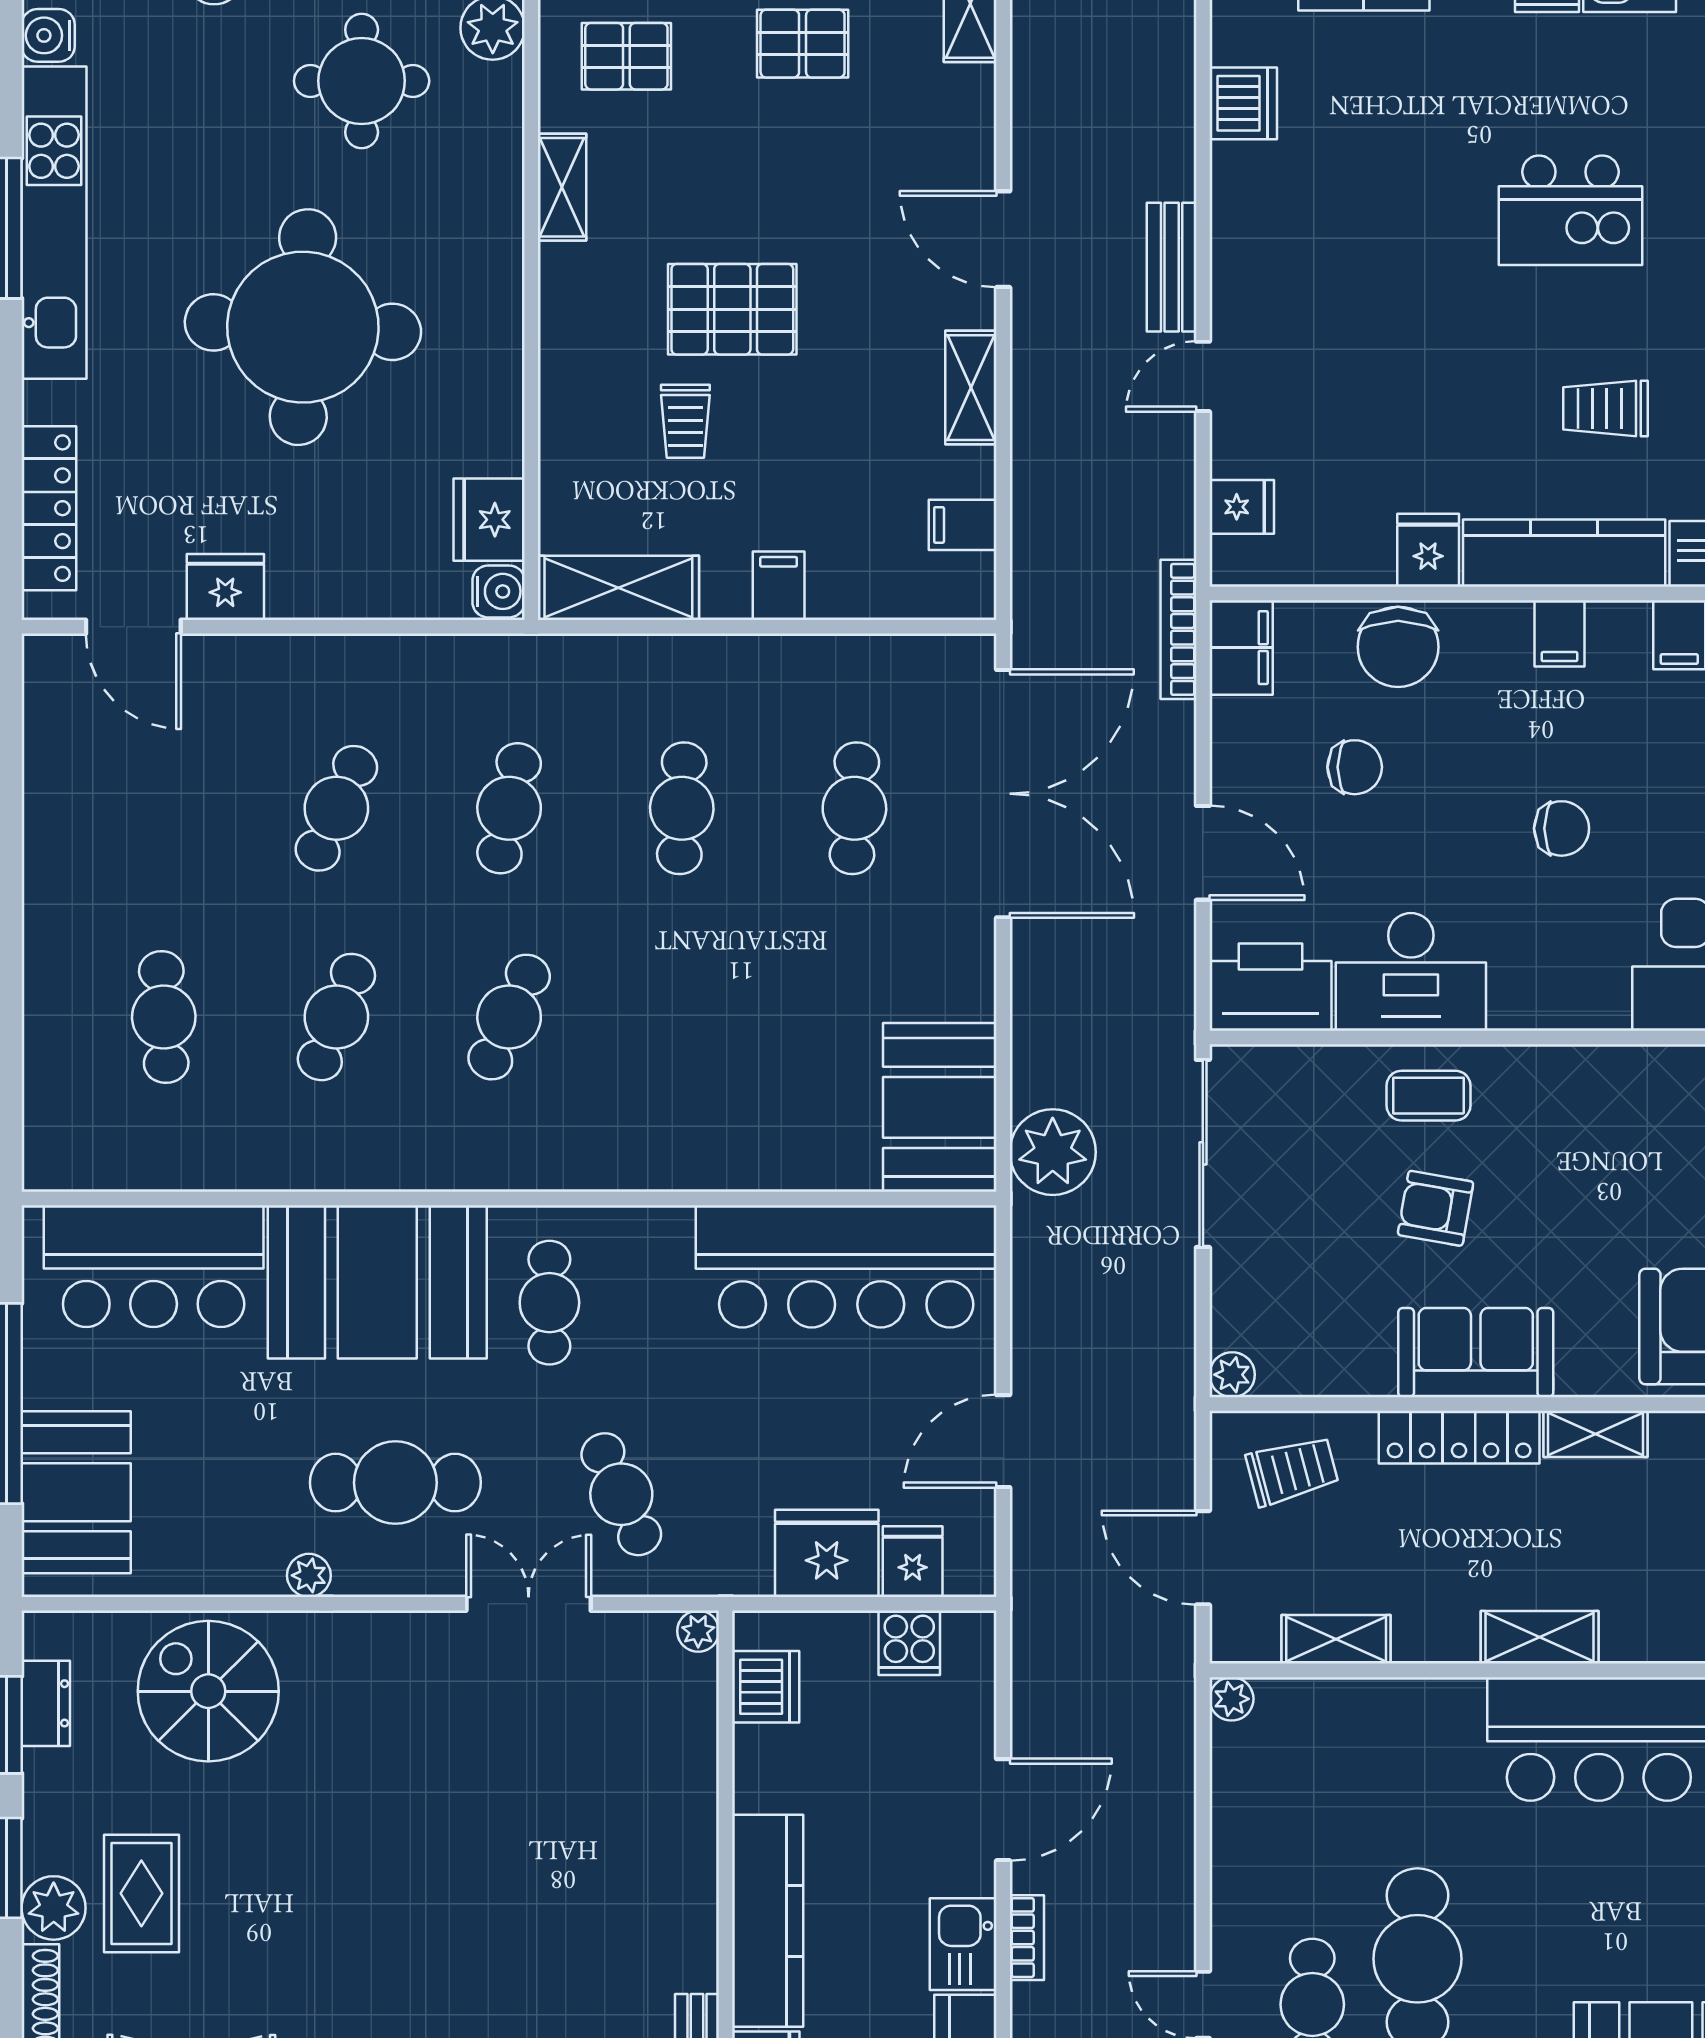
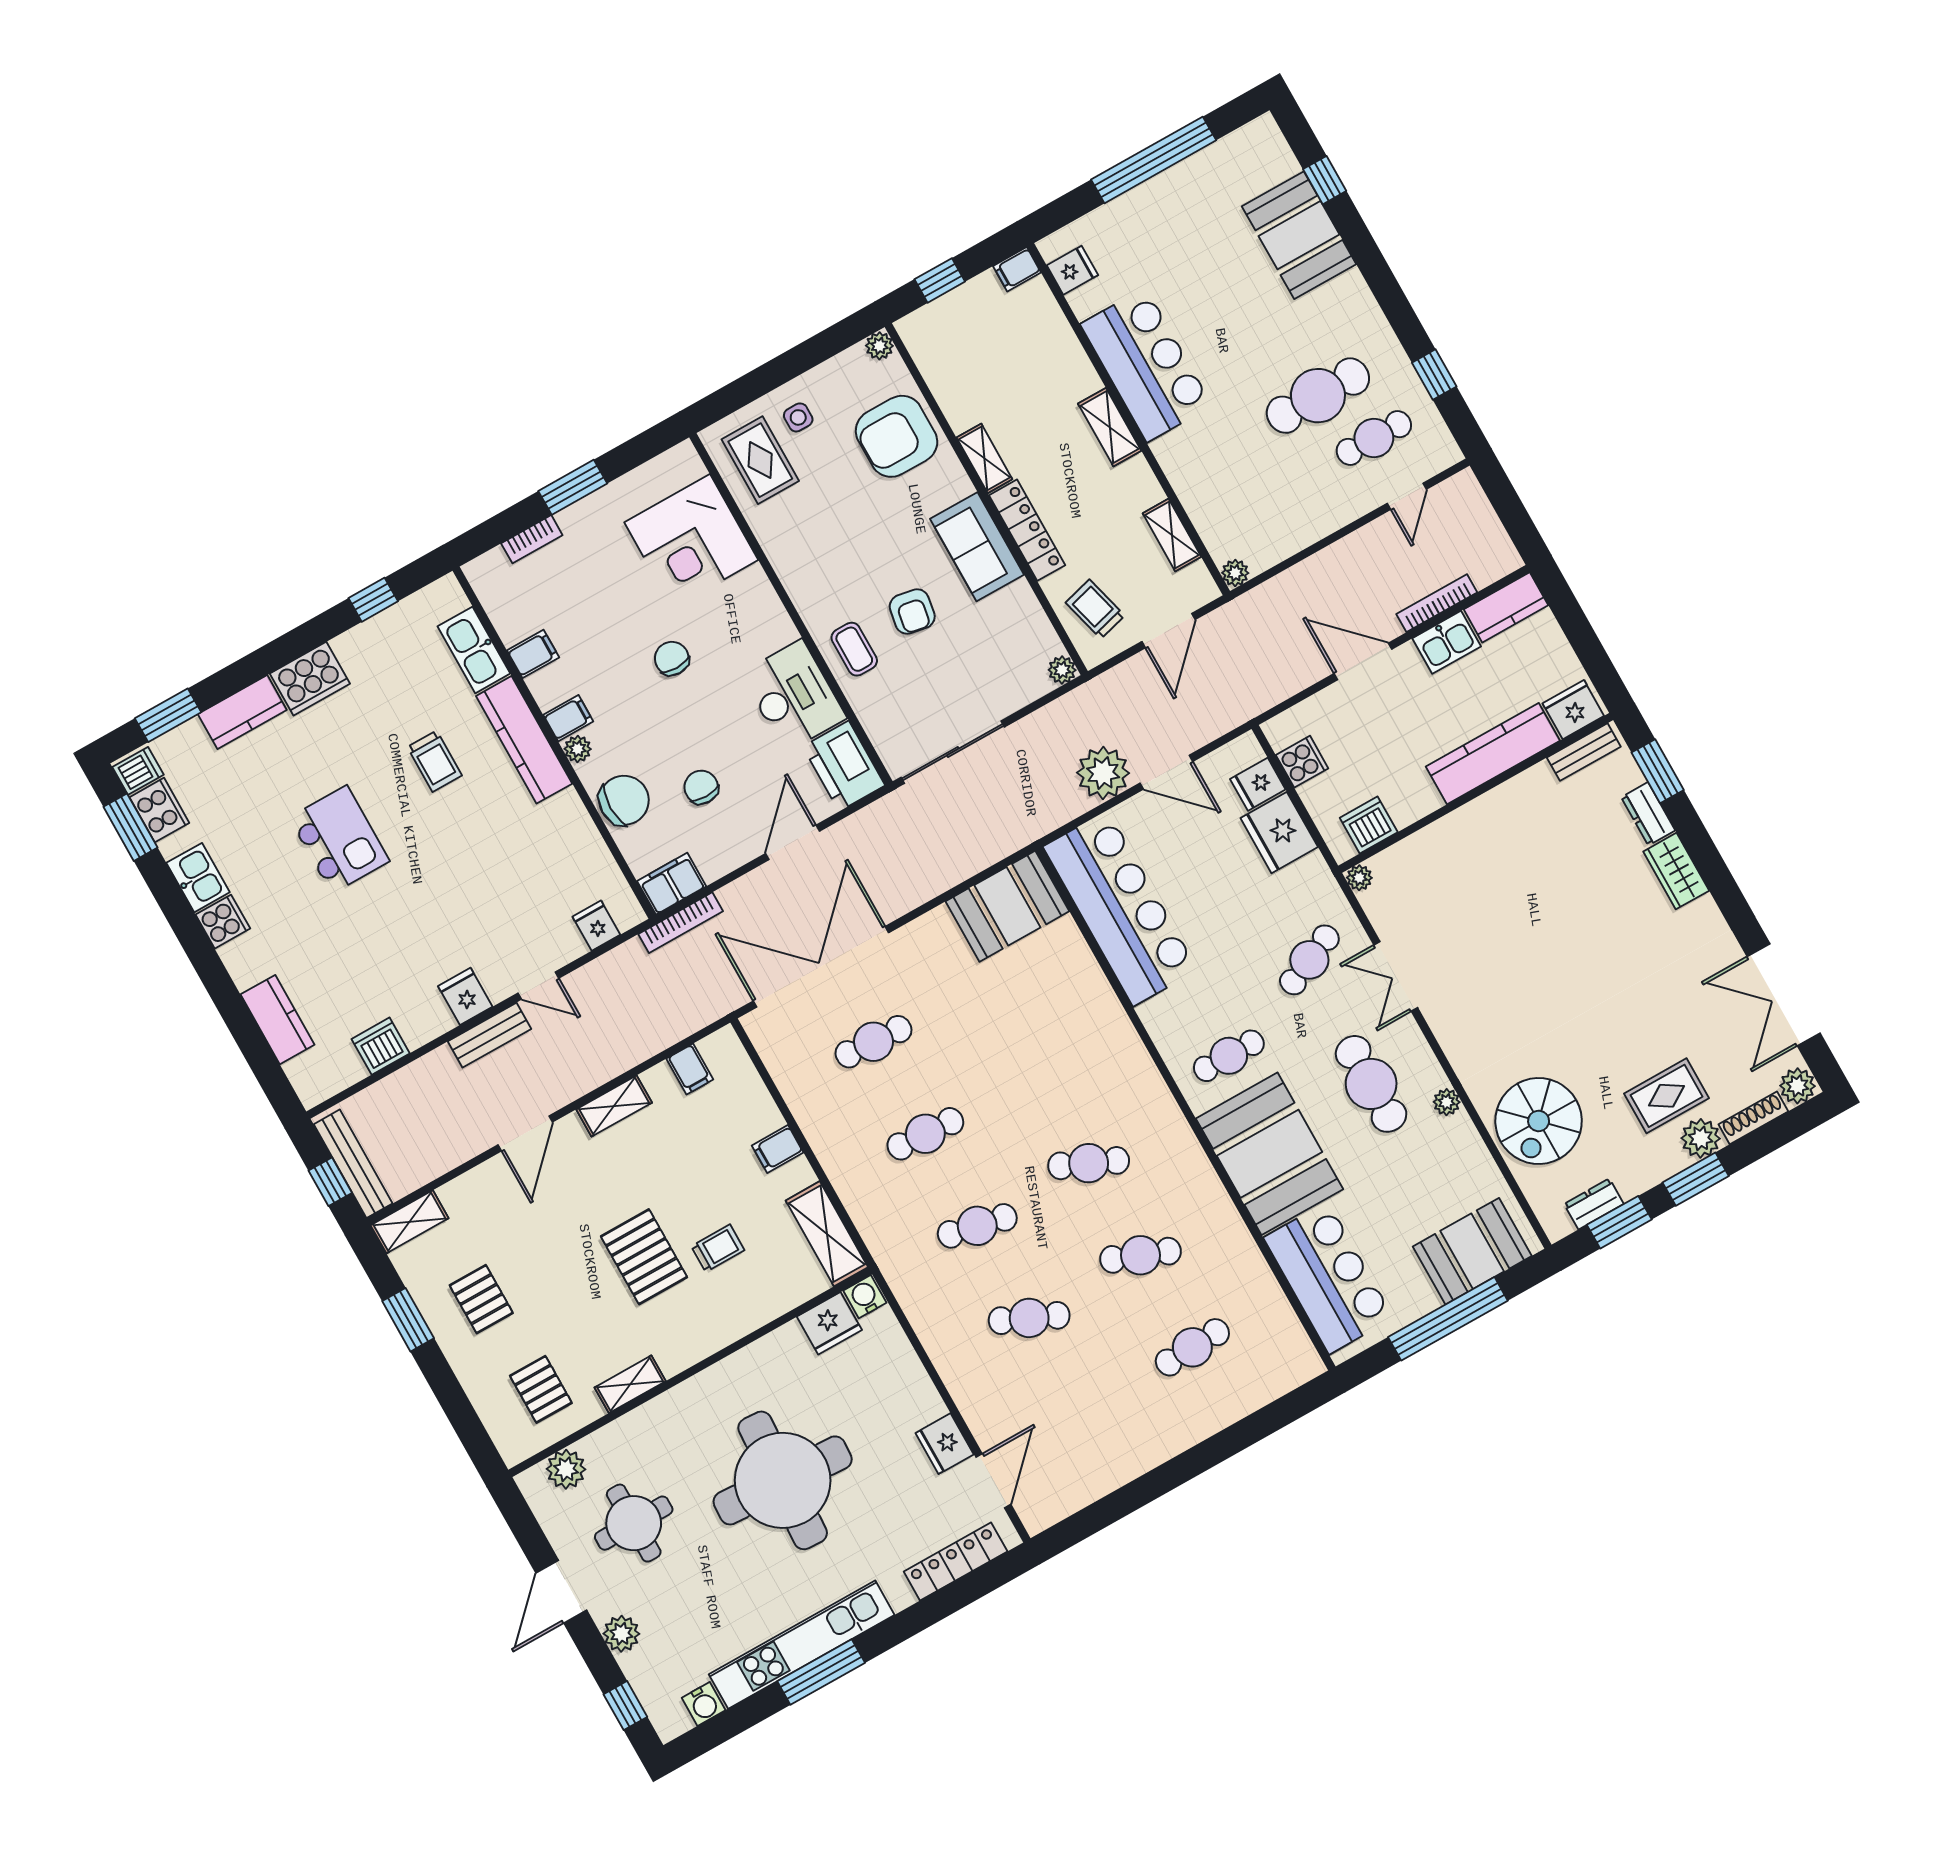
fridge: (1428, 550) -> (465, 996), moved, turned 90
plant: (1508, 622) -> (578, 749), added
plant: (1053, 1152) -> (1103, 773), moved
bookcase: (1027, 1938) -> (1437, 603), width x1.56

